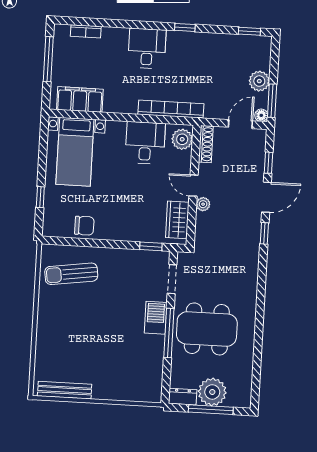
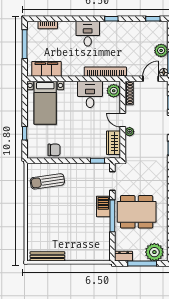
plant: (212, 392) -> (154, 252), moved

